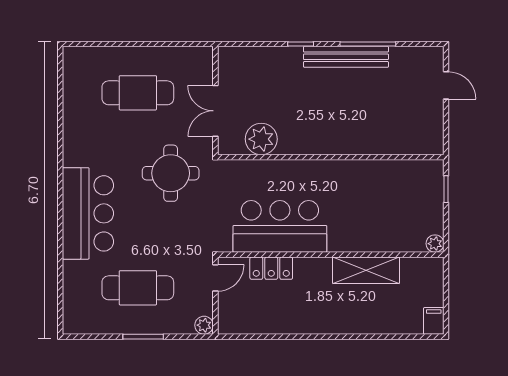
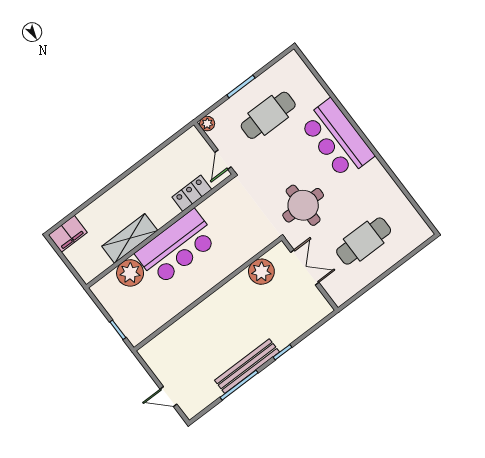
bar counter: (280, 226) -> (177, 247), moved
plant: (435, 244) -> (130, 273), moved, width x1.87, depth x1.87
filing cabinet: (434, 321) -> (68, 234), width x2.00

